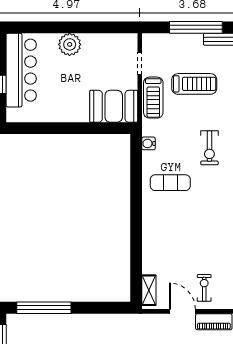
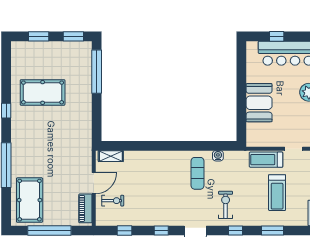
booth: (114, 106) -> (259, 103), moved
water cooler: (148, 143) -> (218, 156), moved
exercise bike: (209, 148) -> (226, 205), turned 90

